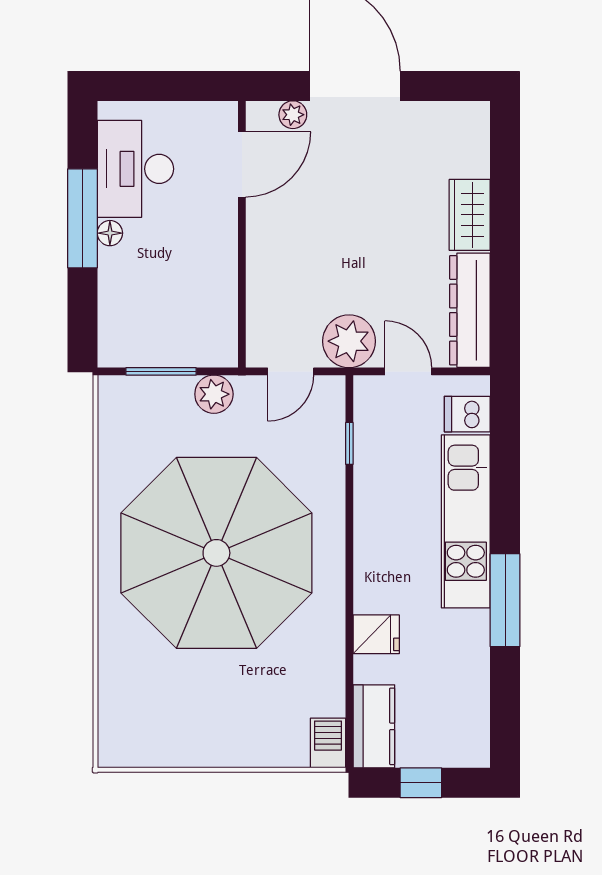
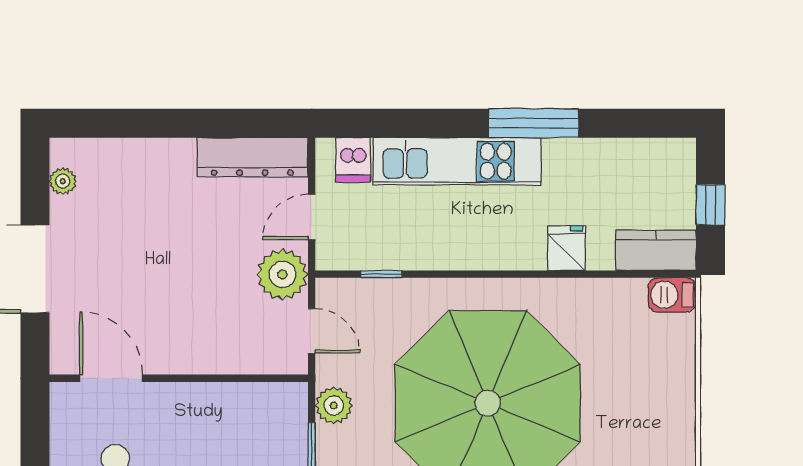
plant: (293, 115) -> (63, 181), moved
wardrobe: (470, 215) -> (160, 157), removed

